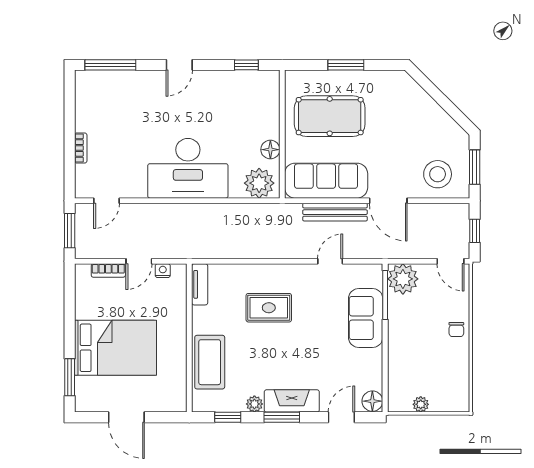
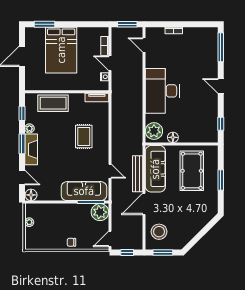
sofa: (366, 318) -> (84, 191), width x1.36

